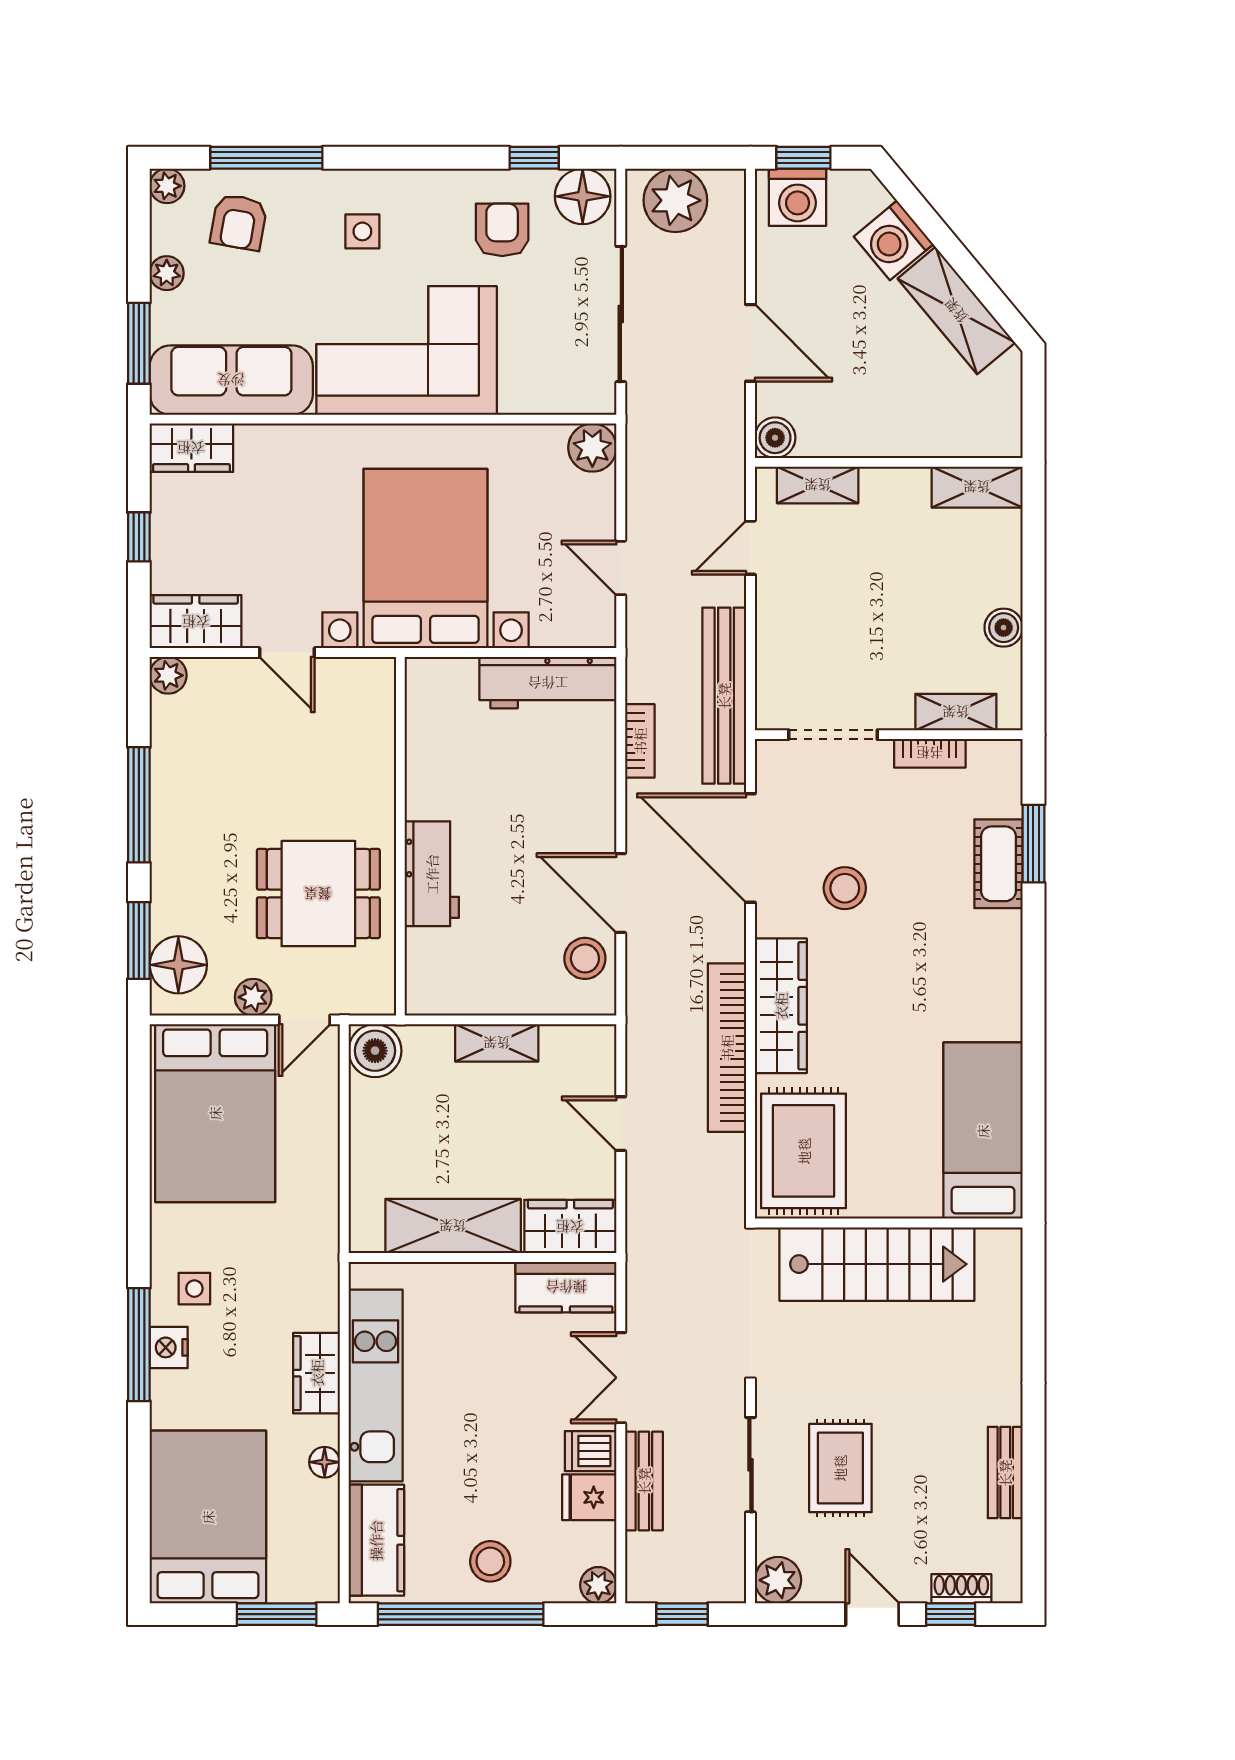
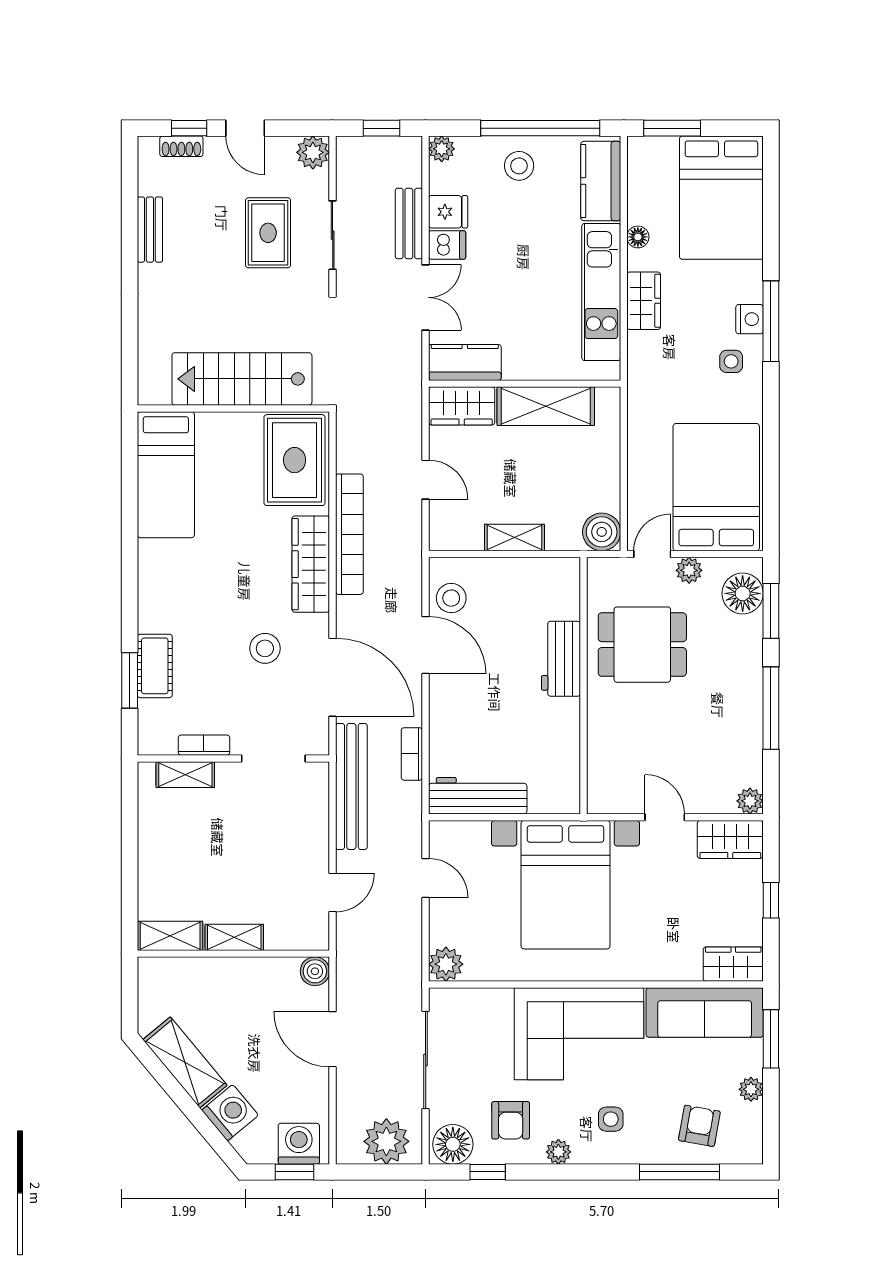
plant: (167, 186) -> (558, 1152), moved
shelving: (818, 485) -> (234, 937), moved
boiler: (1004, 628) -> (151, 835), removed

